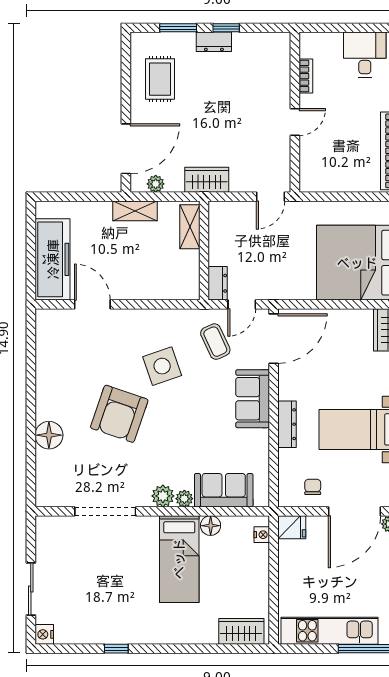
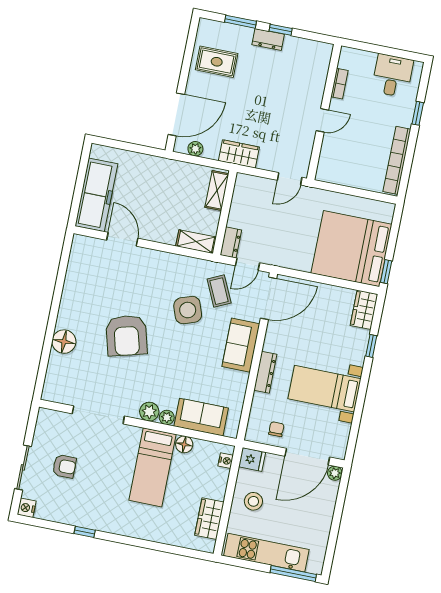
rug: (160, 79) -> (217, 62), turned 90
shelving: (135, 211) -> (196, 242), moved
side table: (162, 366) -> (188, 310), moved
armchair: (119, 414) -> (126, 335), turned -34
stool: (303, 575) -> (253, 501), added
armchair: (78, 578) -> (64, 466), added
wardrobe: (241, 631) -> (209, 519), moved, turned -90

